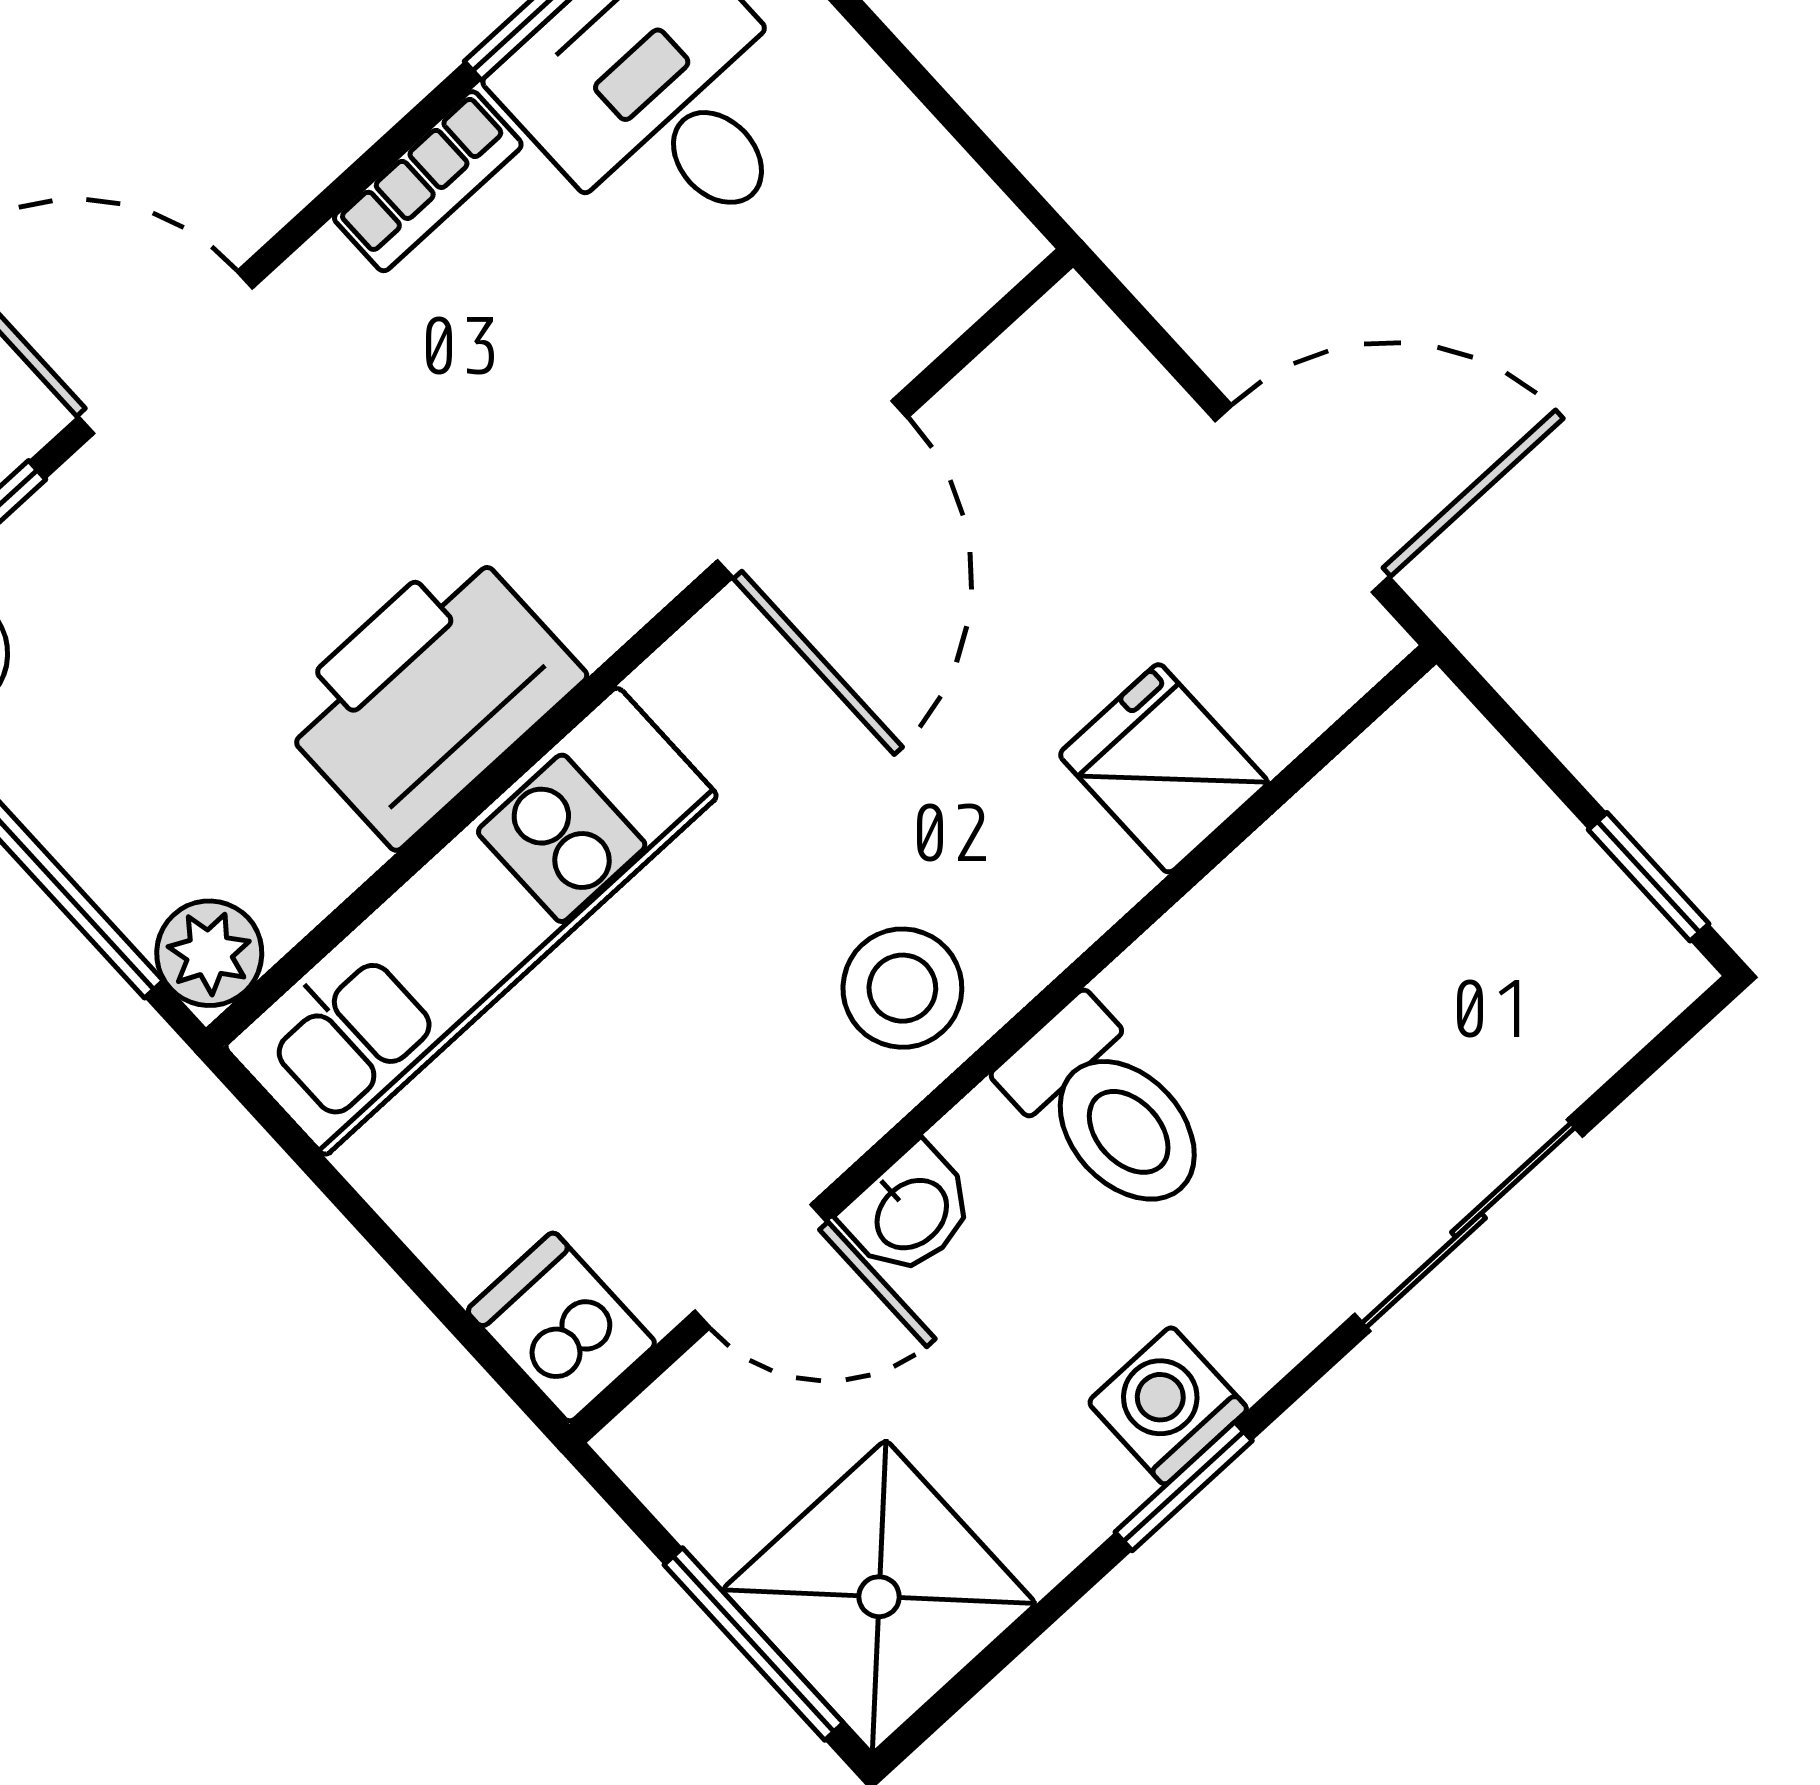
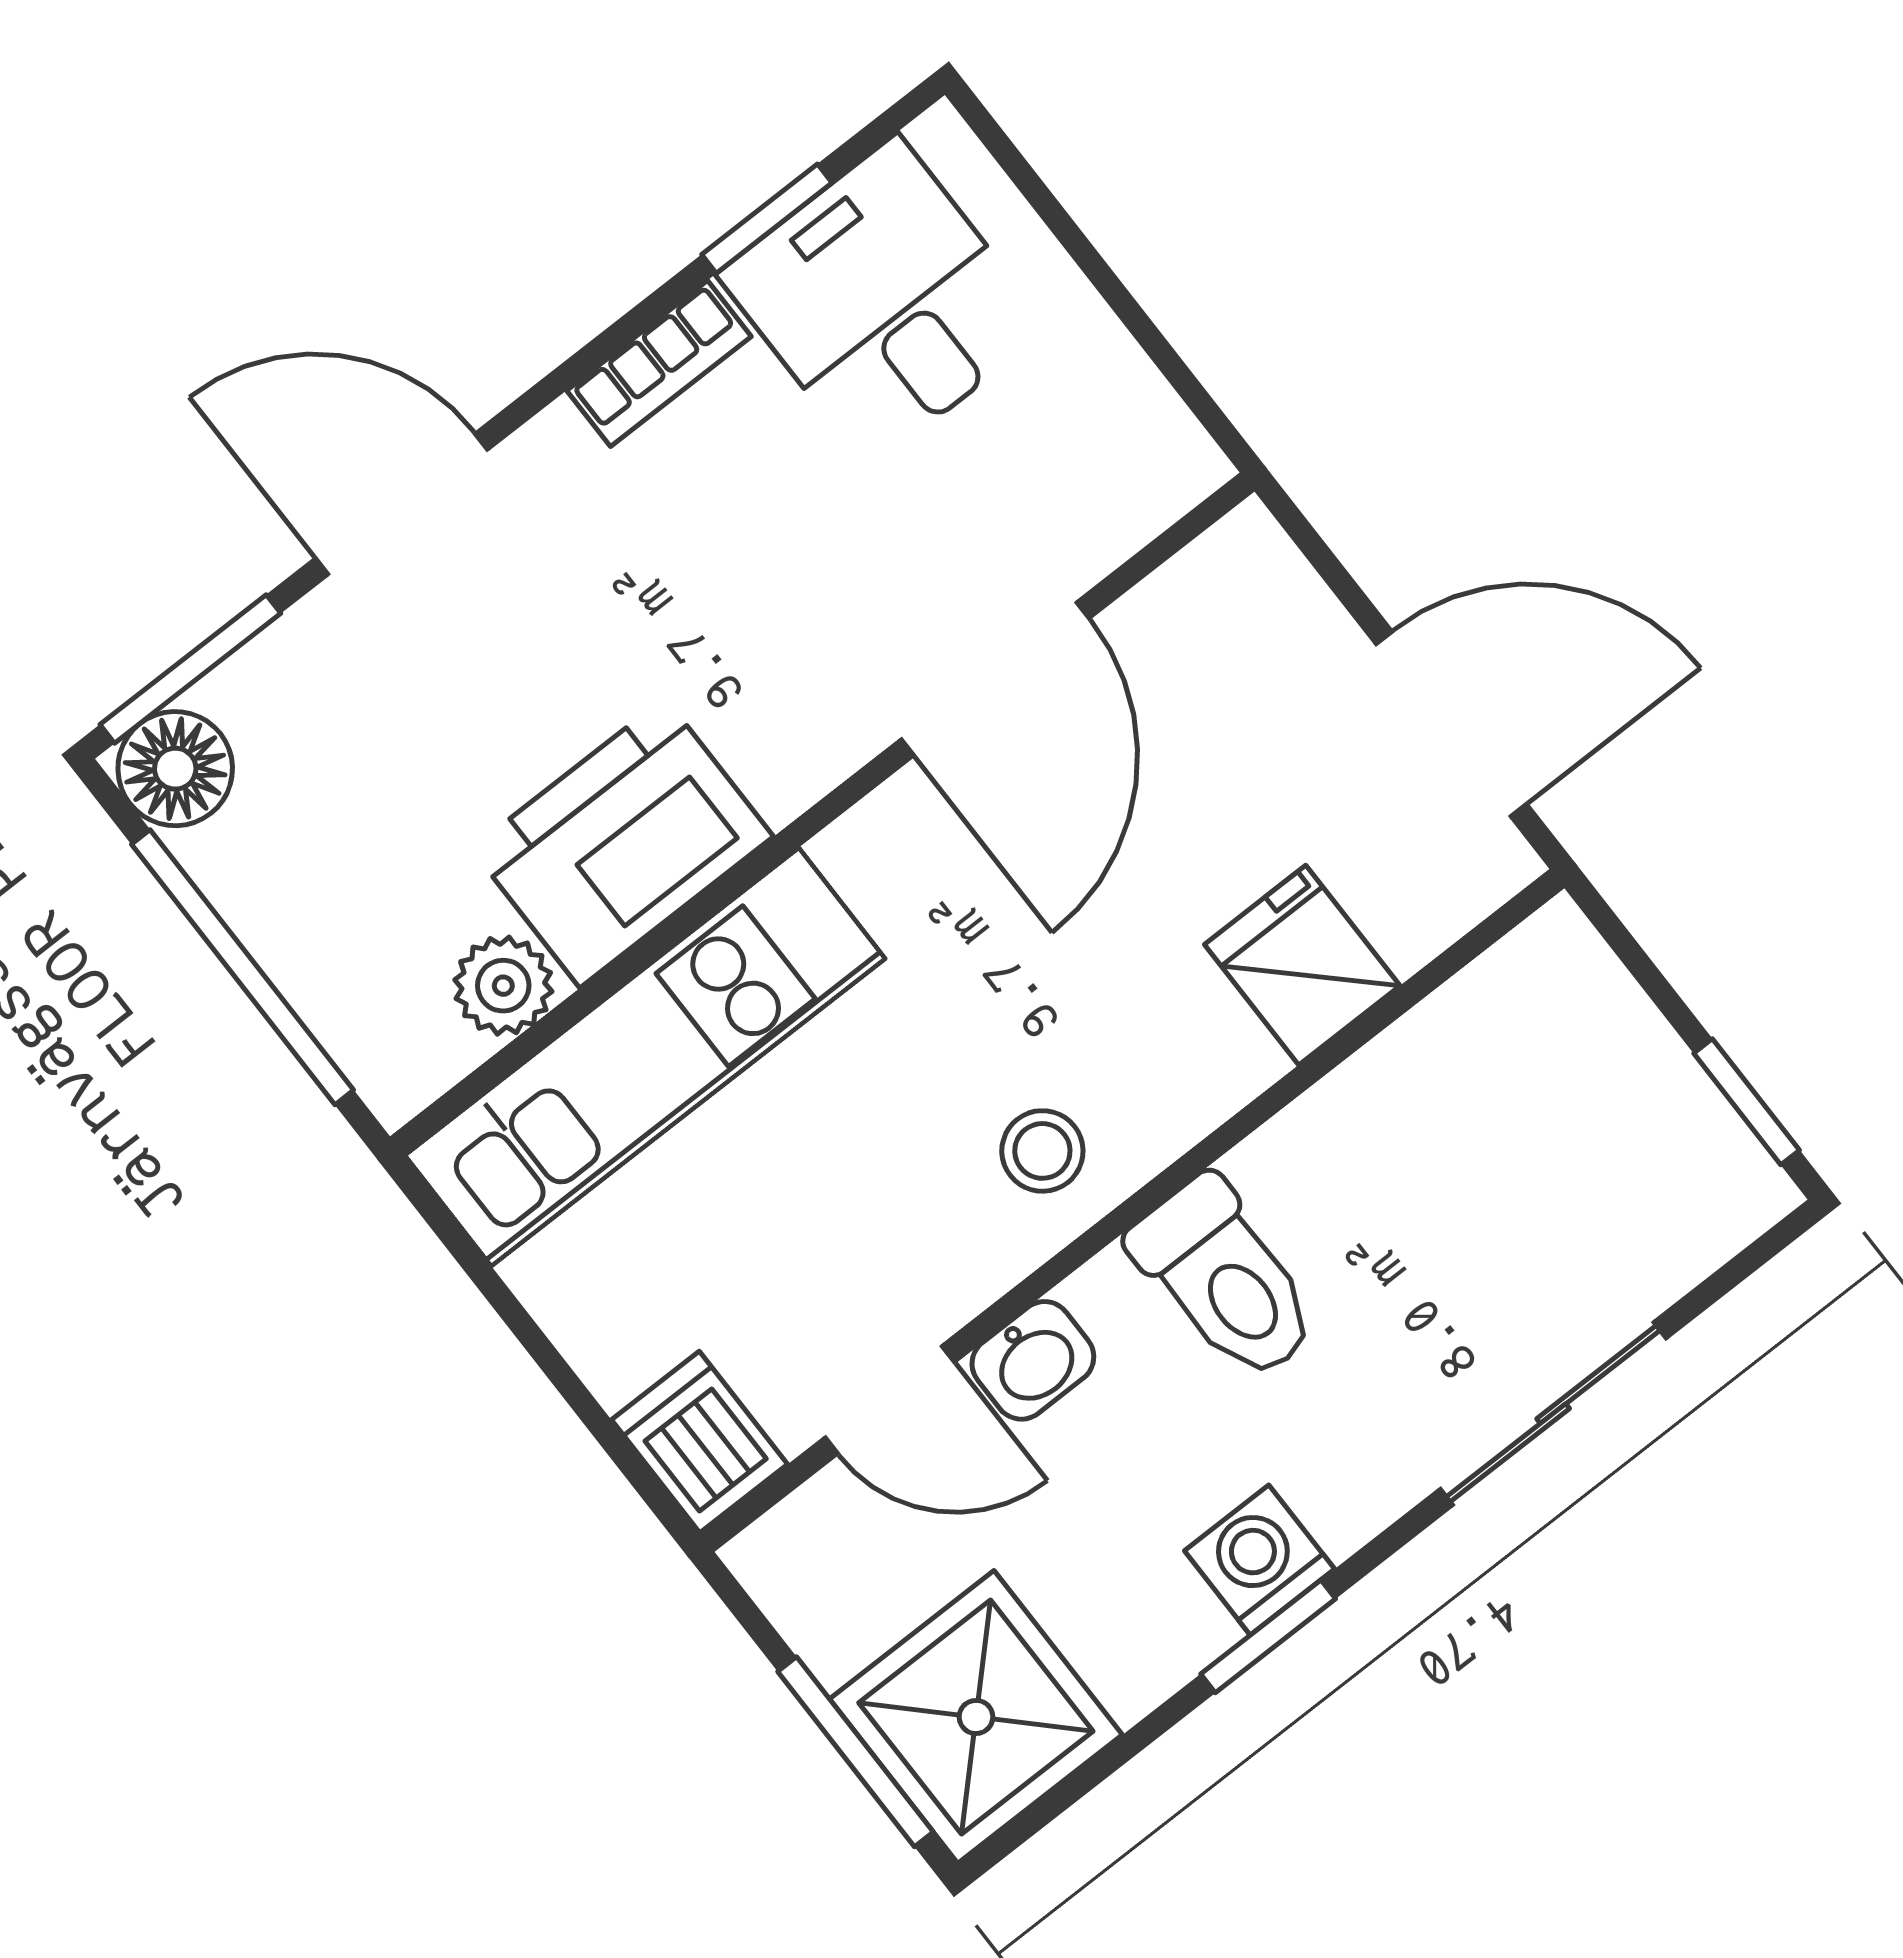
plant: (209, 953) -> (503, 986), moved
stool: (902, 988) -> (1042, 1151), width x0.73, depth x0.73

